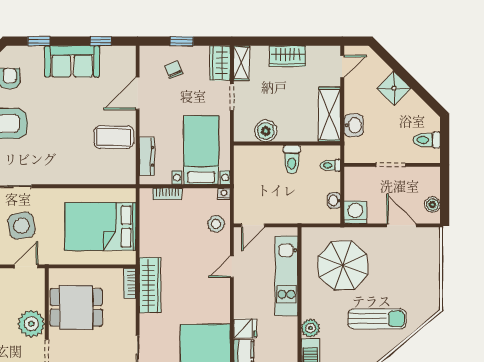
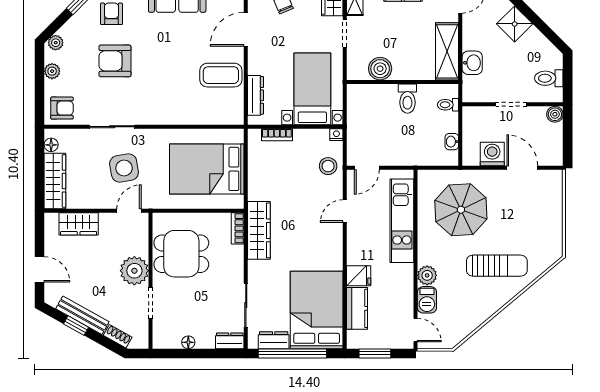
boiler: (432, 205) -> (555, 114), moved
washing machine: (355, 212) -> (492, 154), moved

